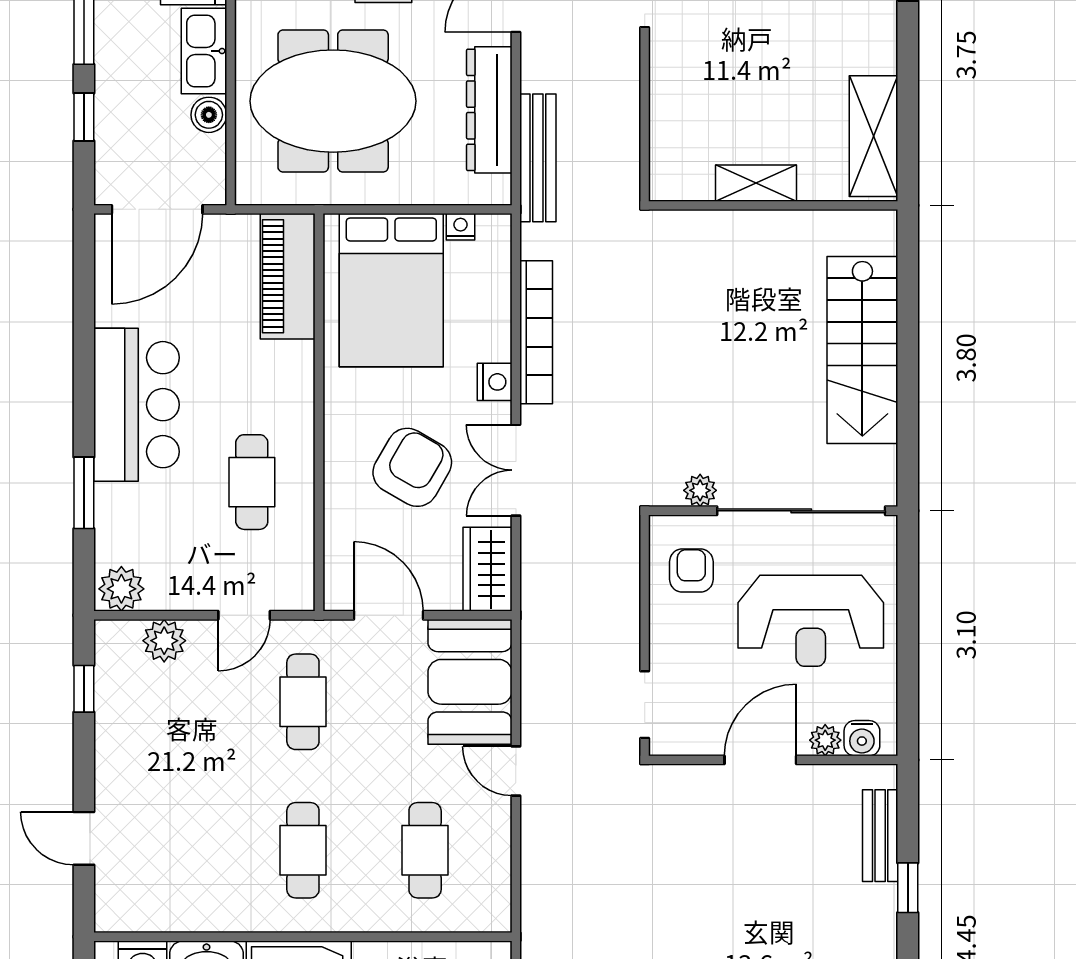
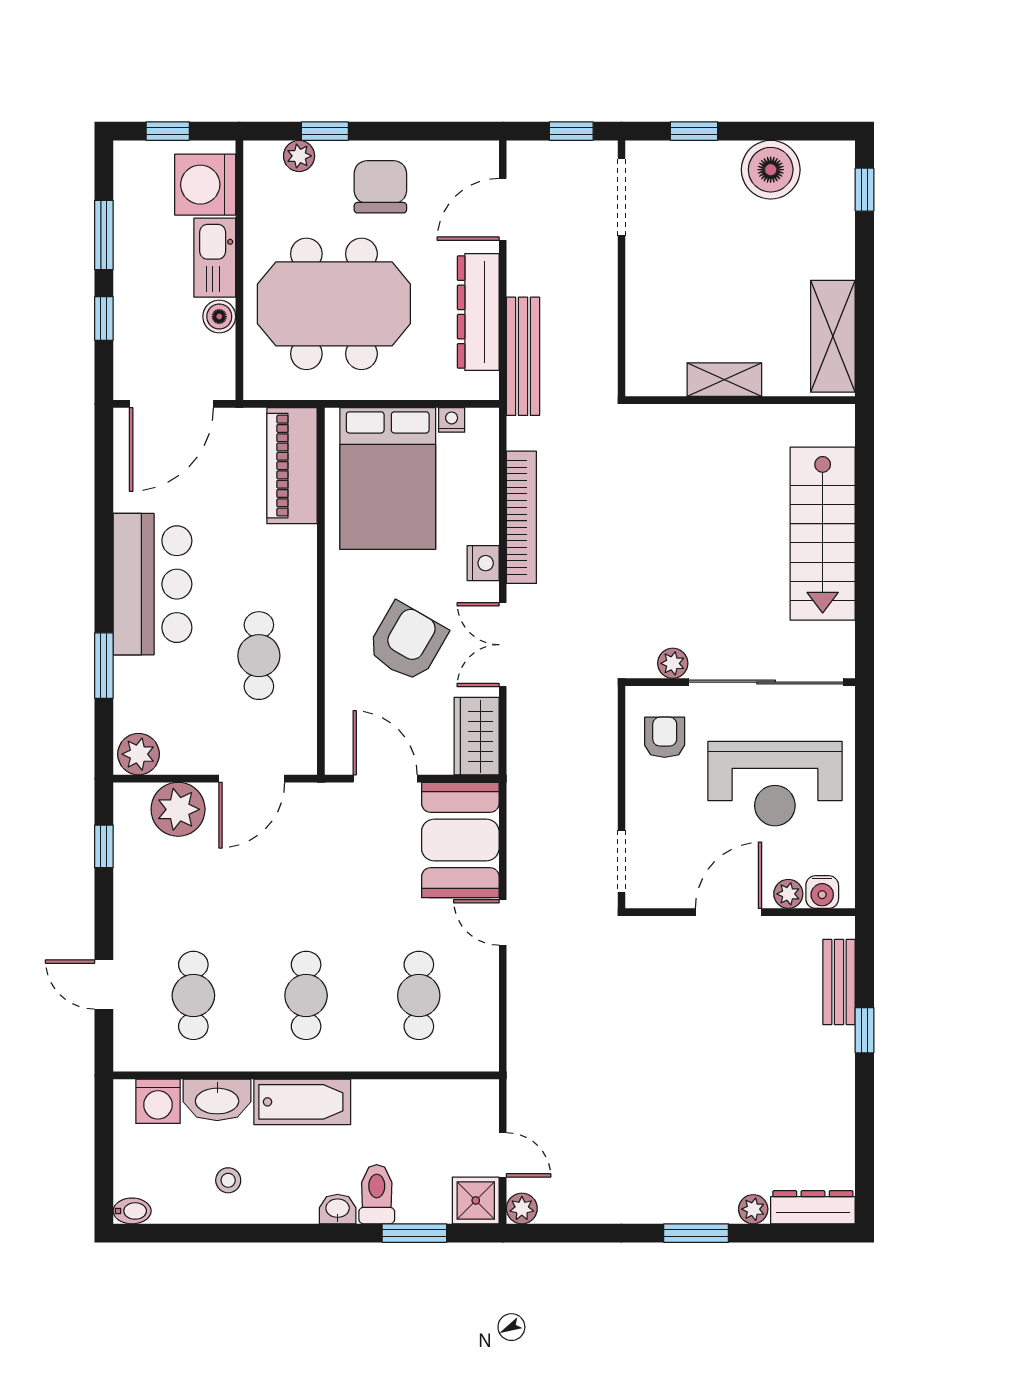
door: (244, 615) -> (252, 779), width x1.38
plant: (164, 641) -> (178, 809), width x1.36, depth x1.36
cafe table: (303, 702) -> (193, 995), moved

